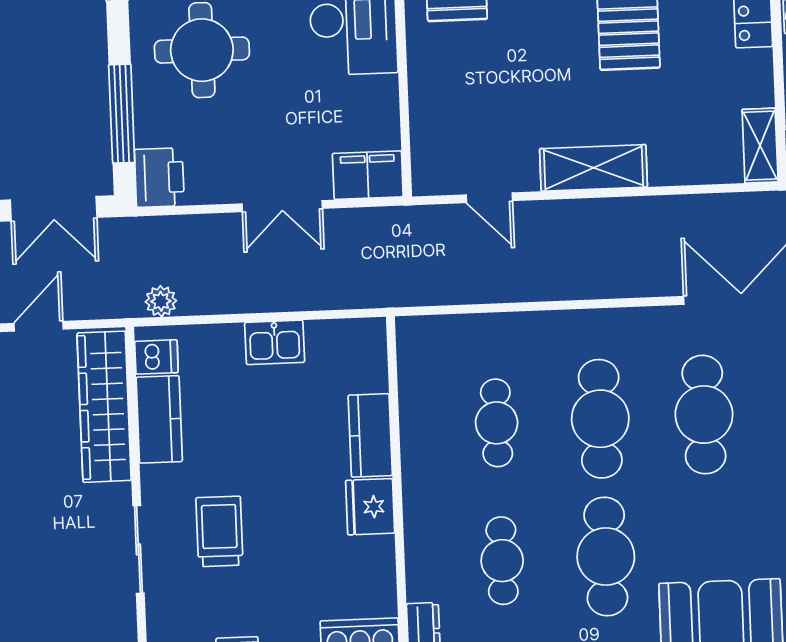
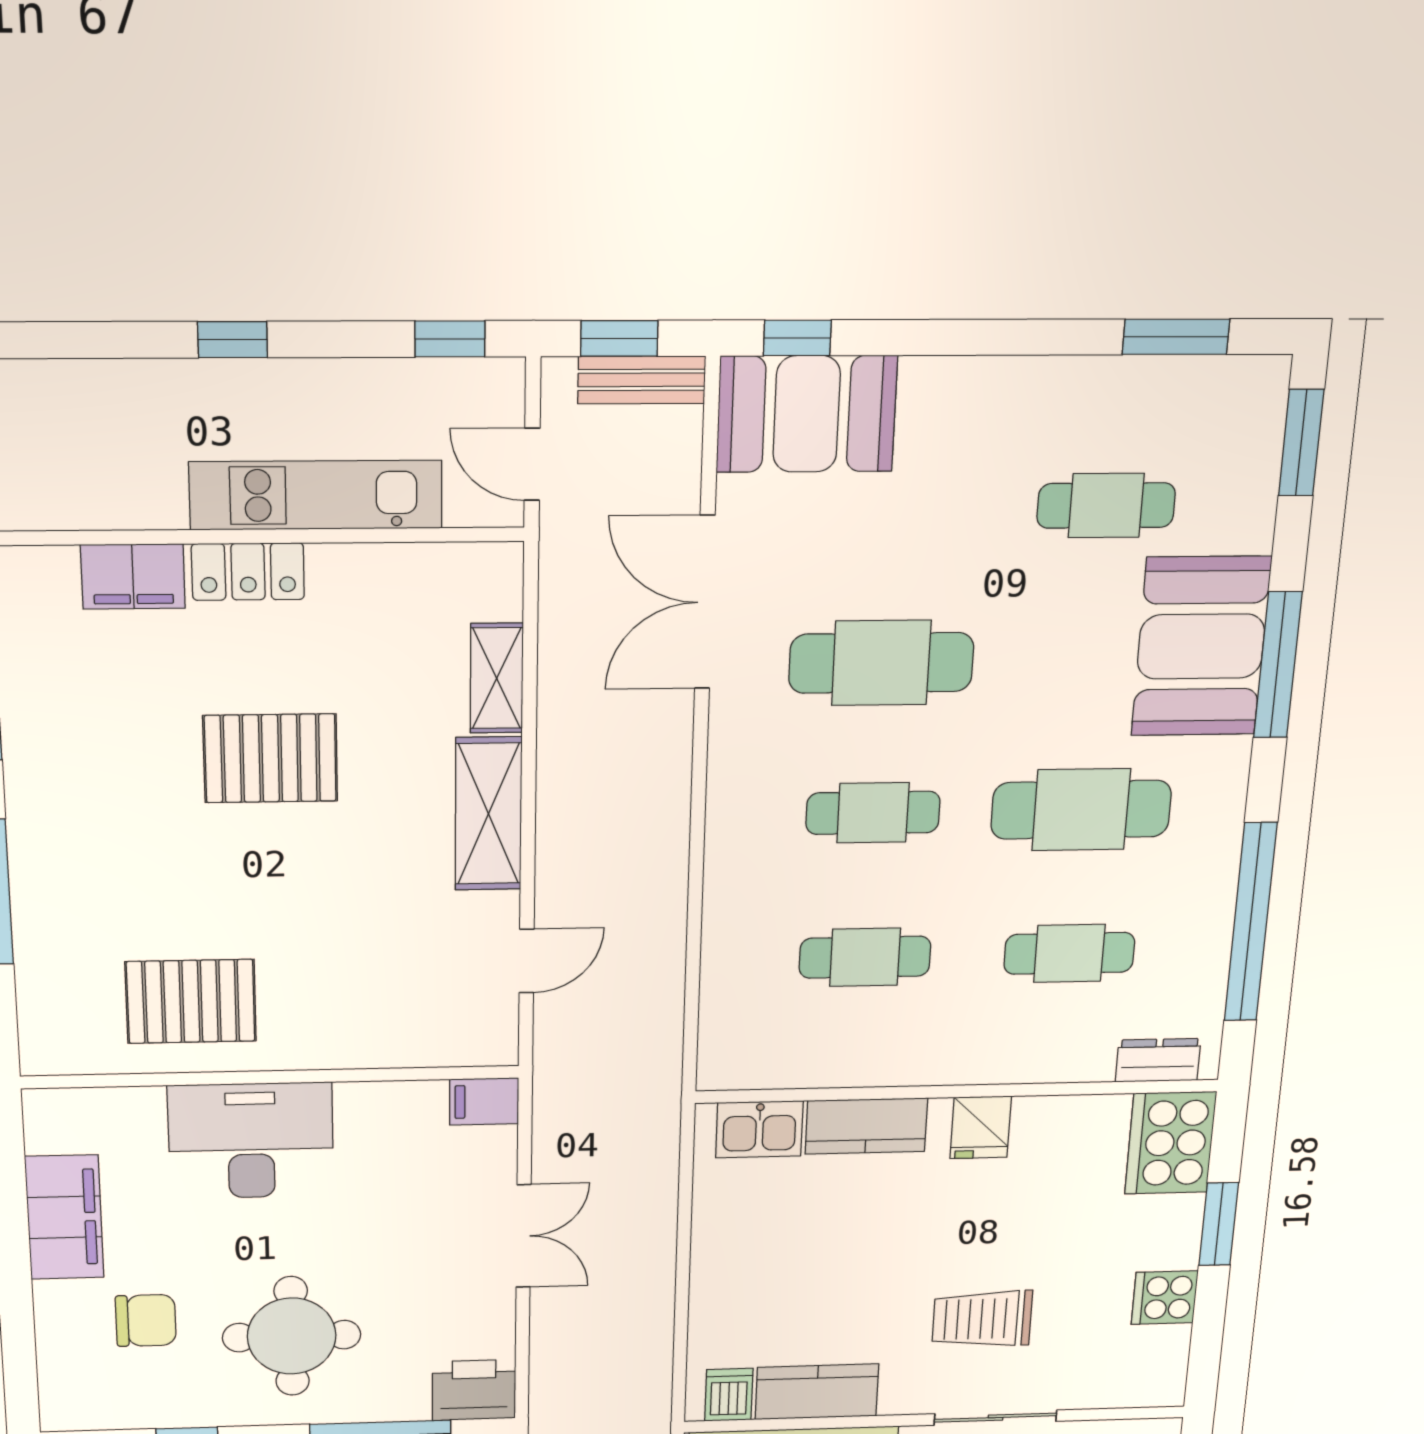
shelving: (760, 146) -> (497, 678), moved, turned 90
filing cabinet: (368, 175) -> (484, 1101), width x0.50
plant: (161, 301) -> (650, 1389), removed
kitchen sink: (275, 342) -> (759, 1129), moved, turned 90
cafe table: (600, 419) -> (873, 813), width x0.73, depth x0.74
fridge: (370, 507) -> (981, 1127), width x0.72

